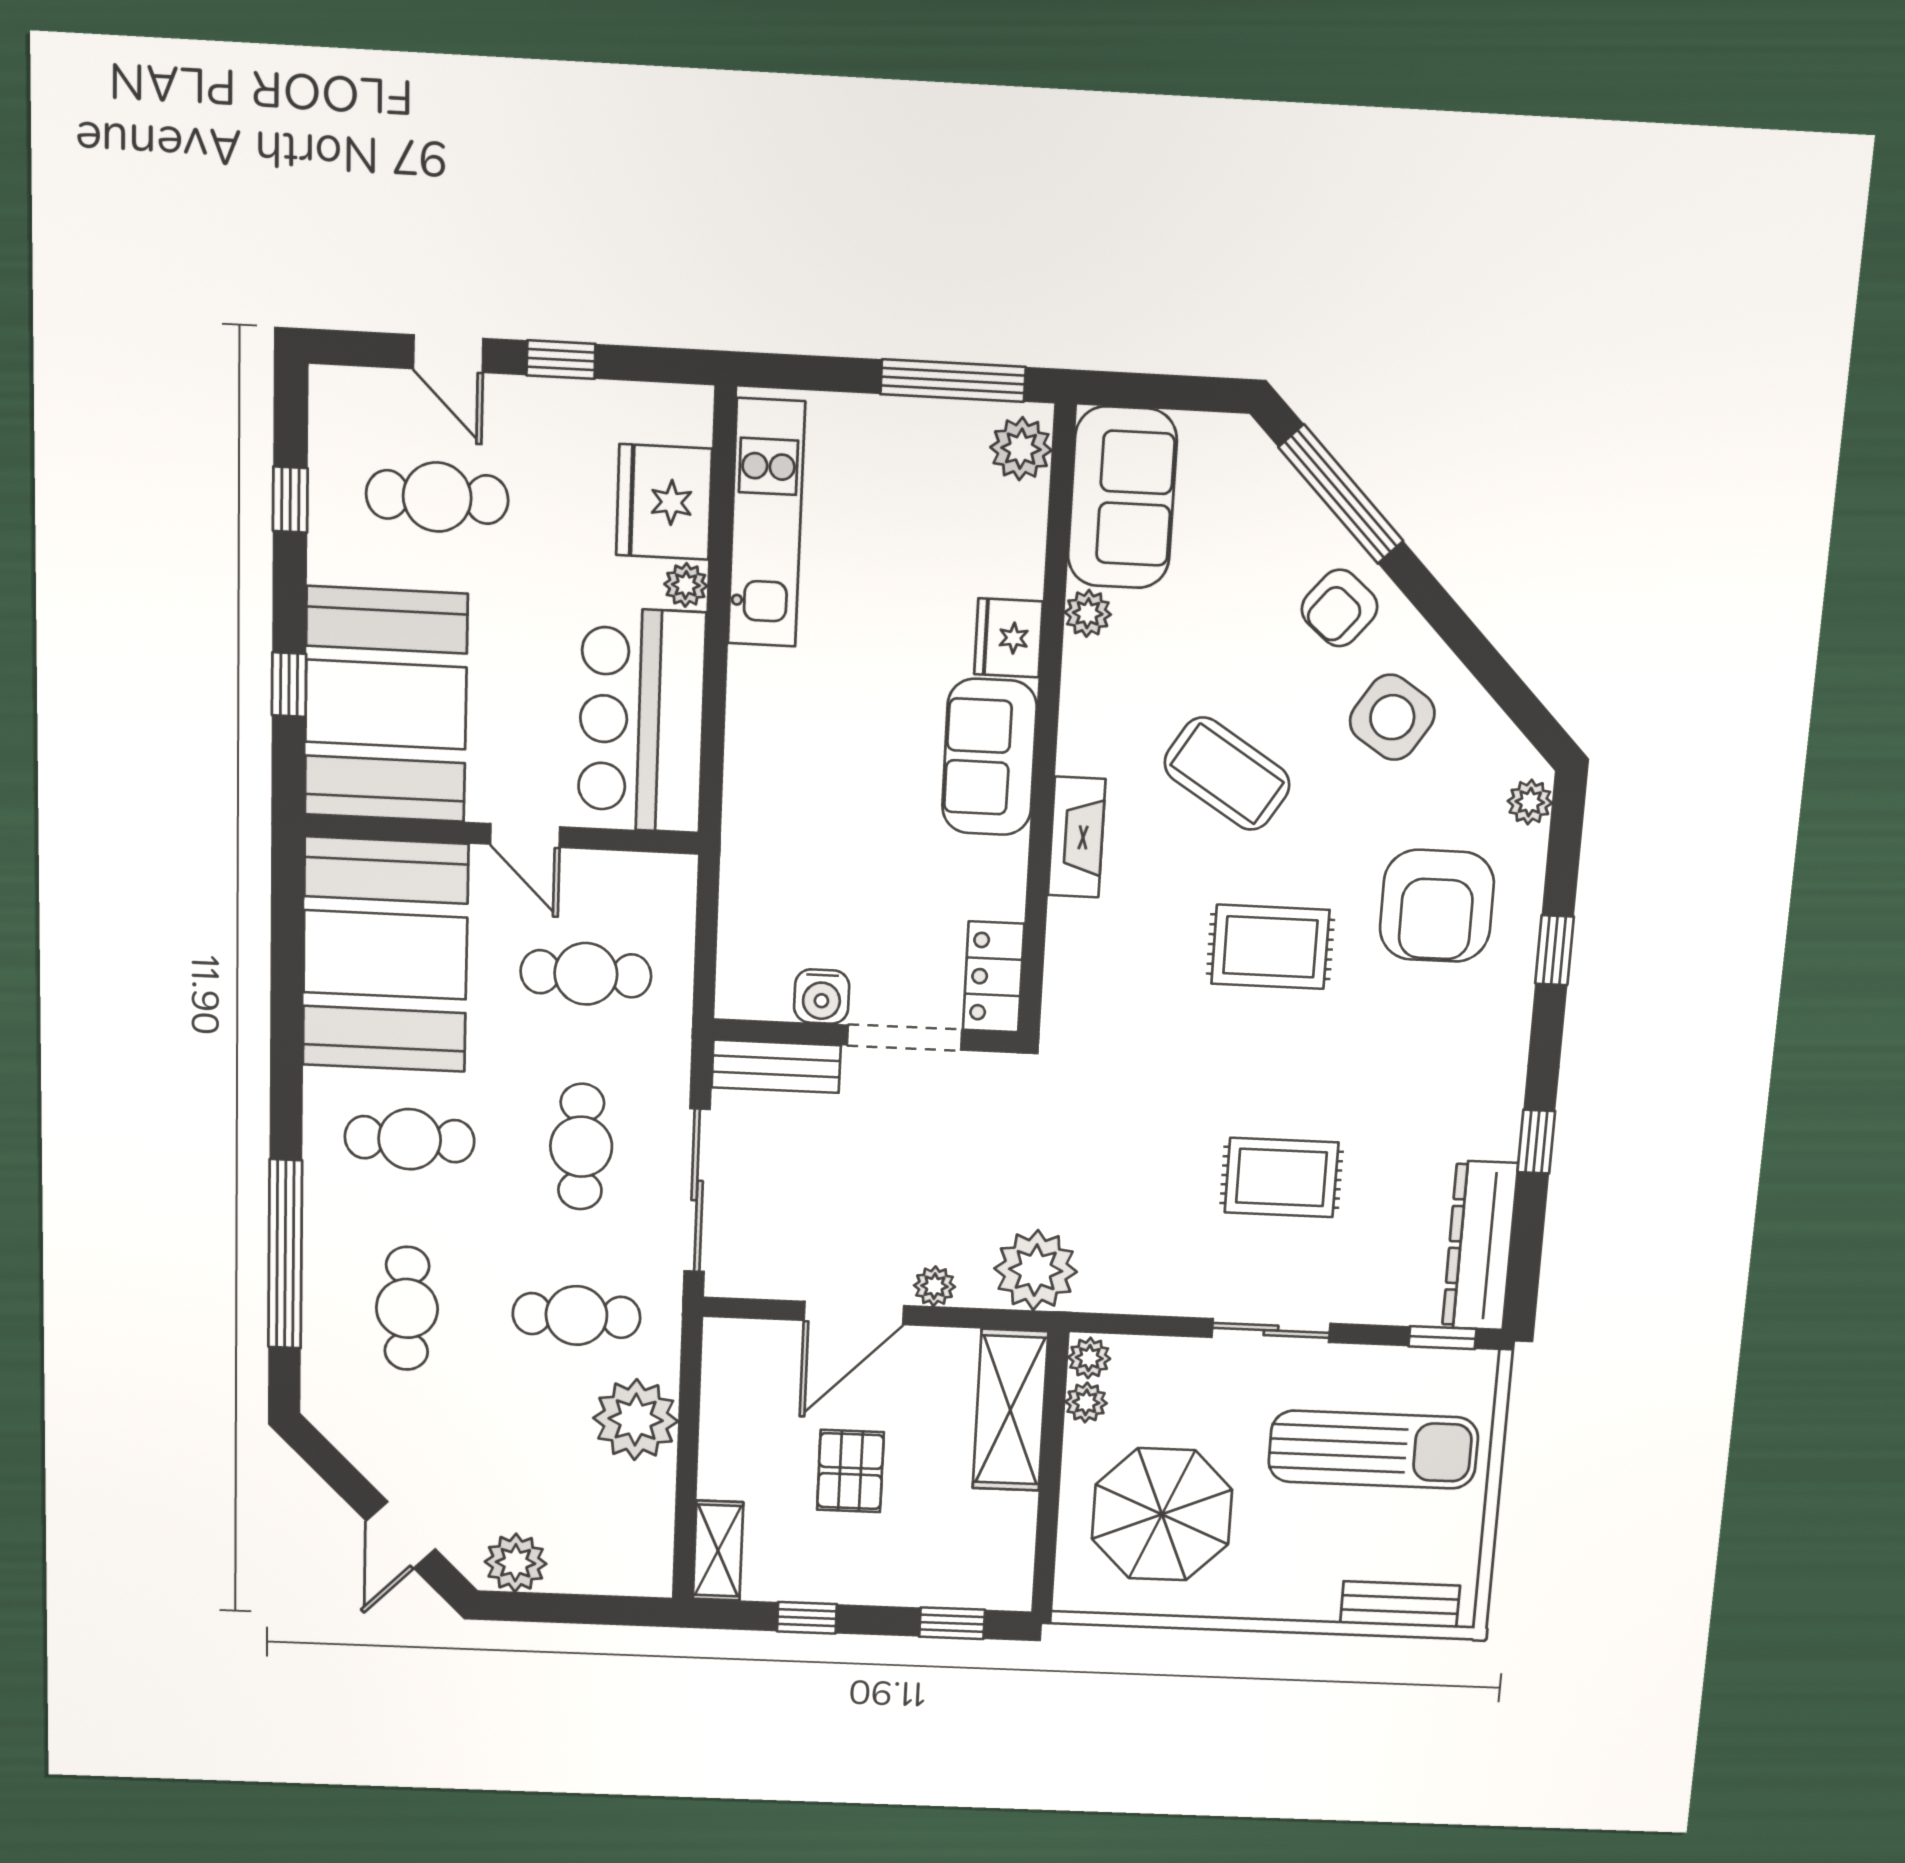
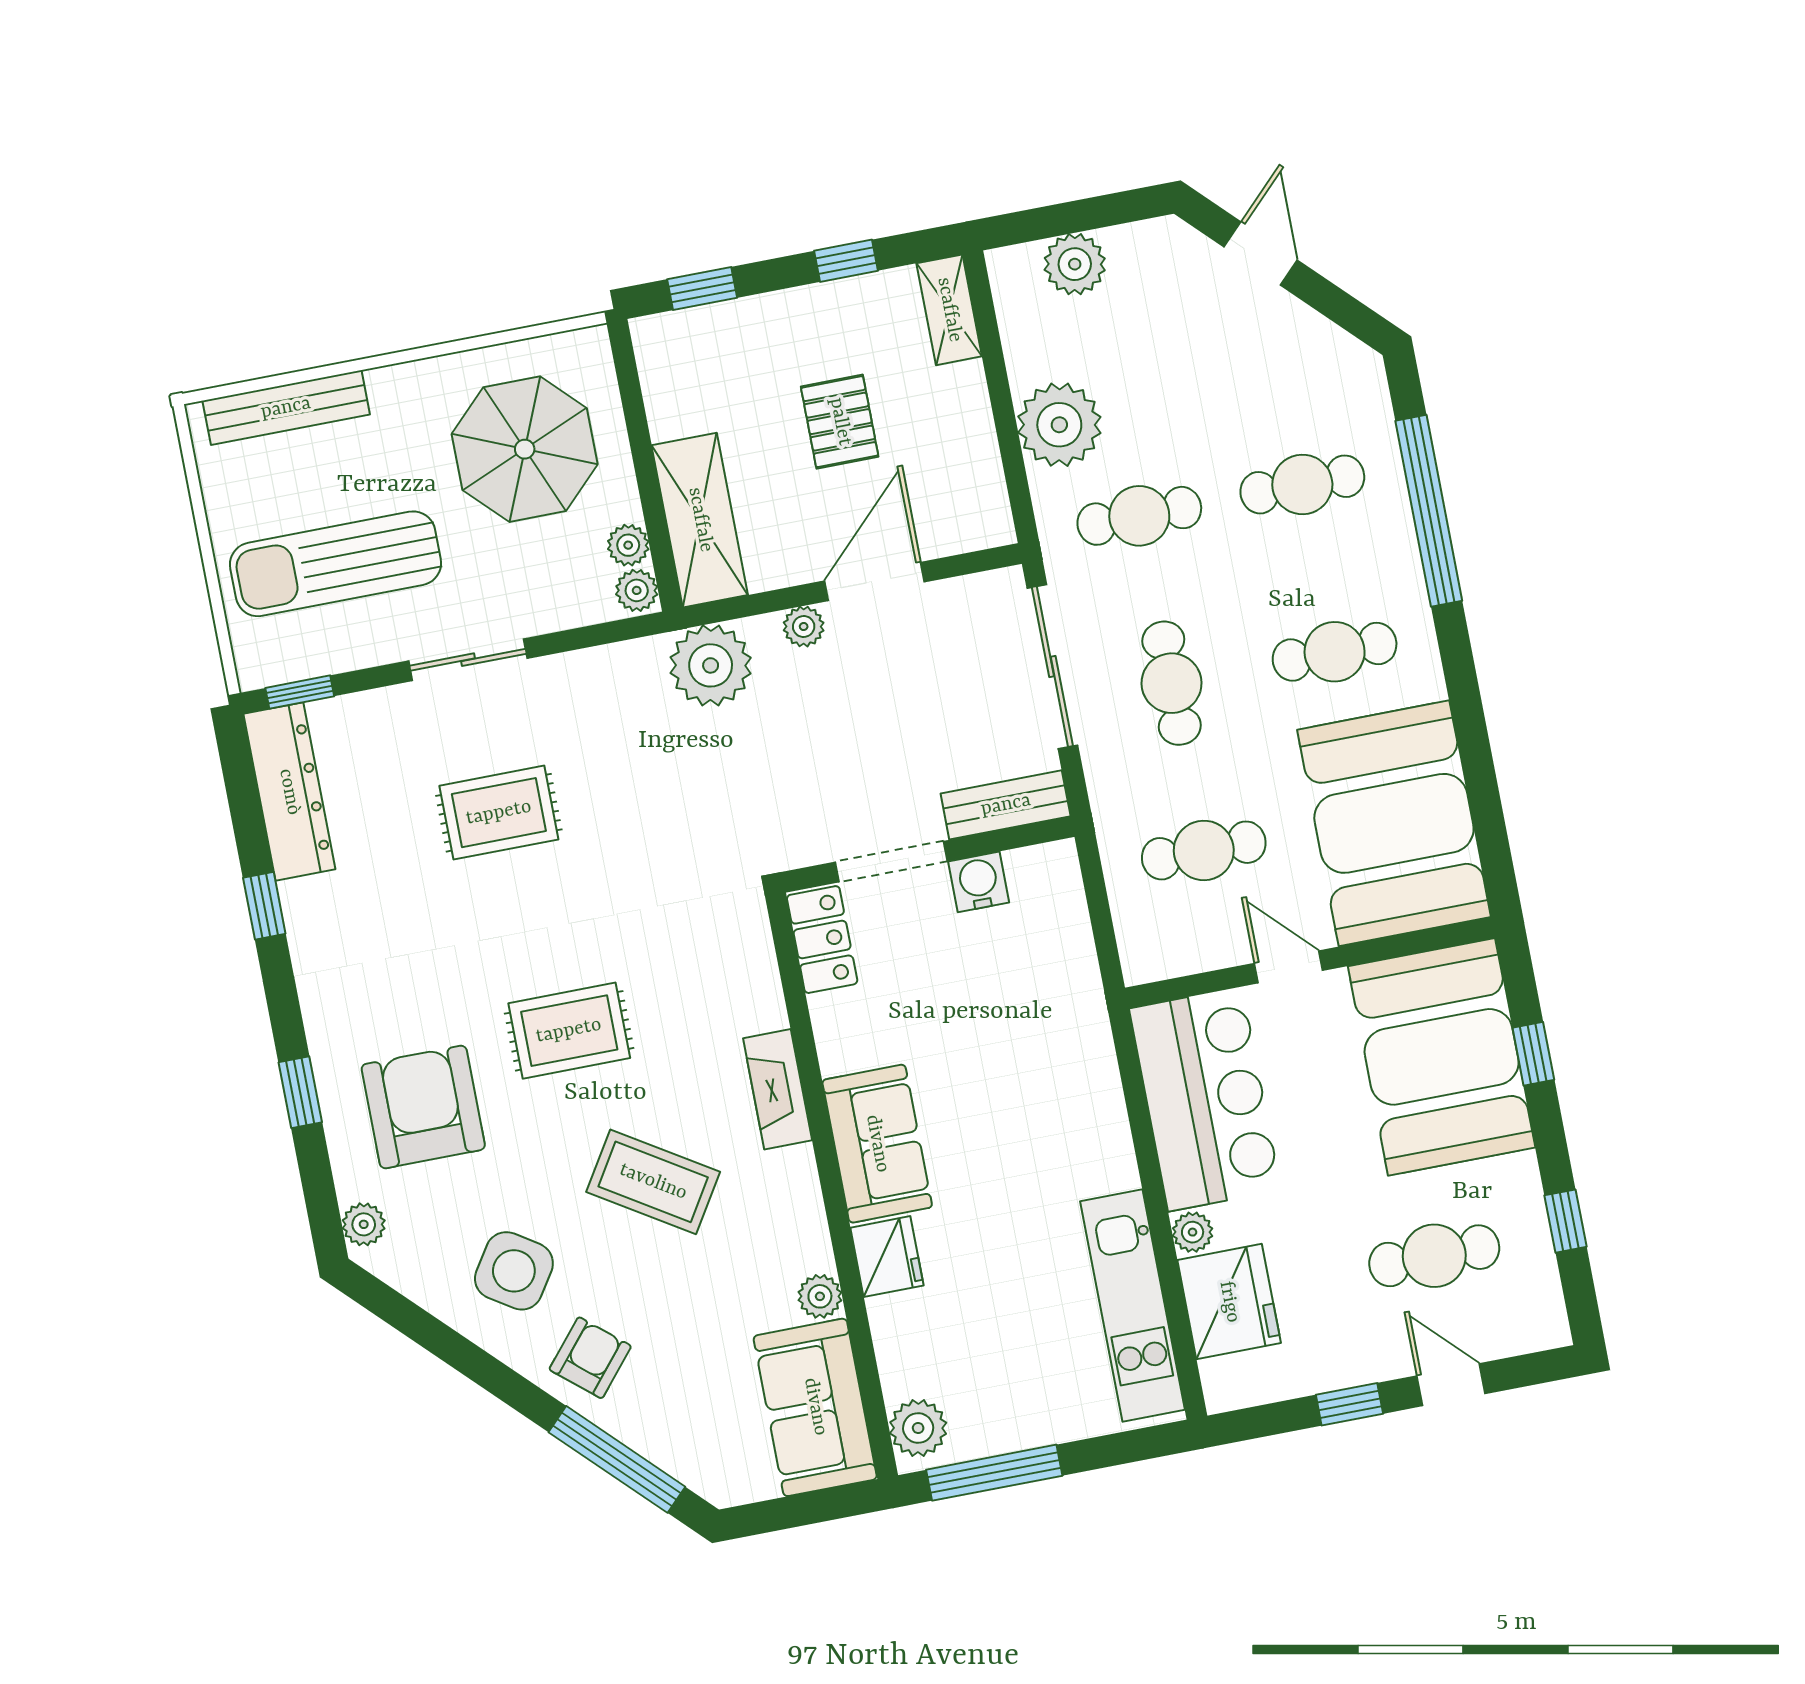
cafe table: (407, 1308) -> (1302, 484), turned 90
plant: (516, 1563) -> (1075, 264), moved
bench: (1400, 1604) -> (286, 408), width x1.36

